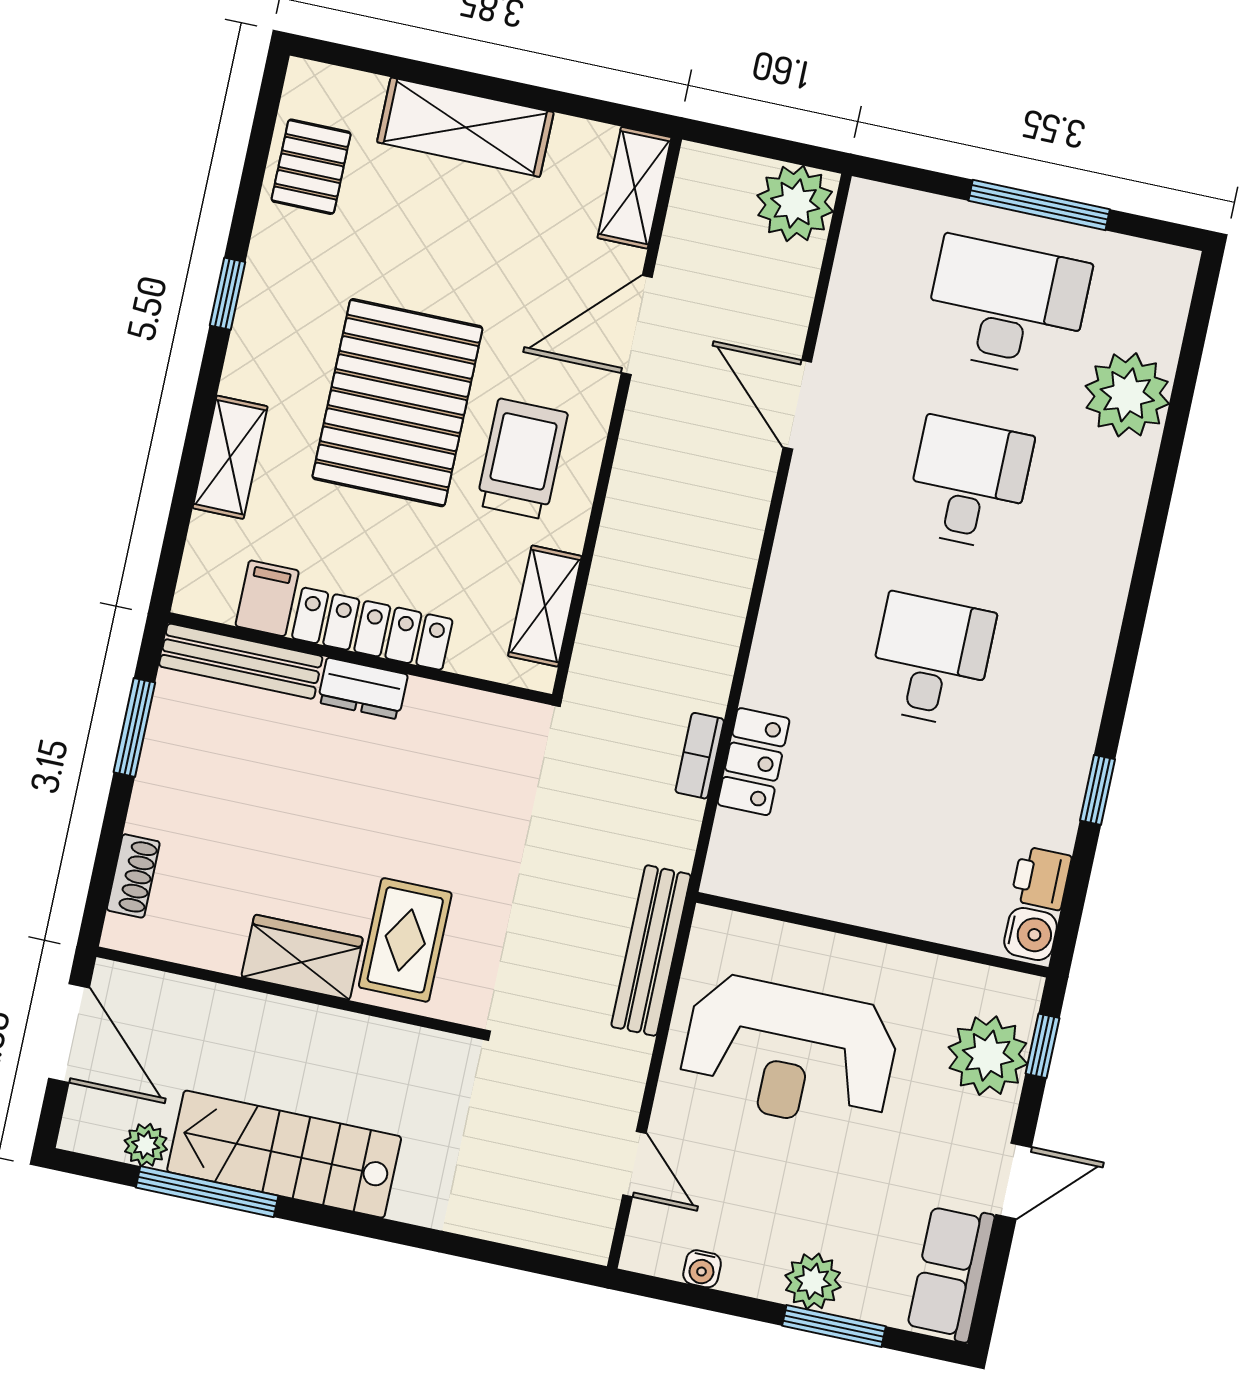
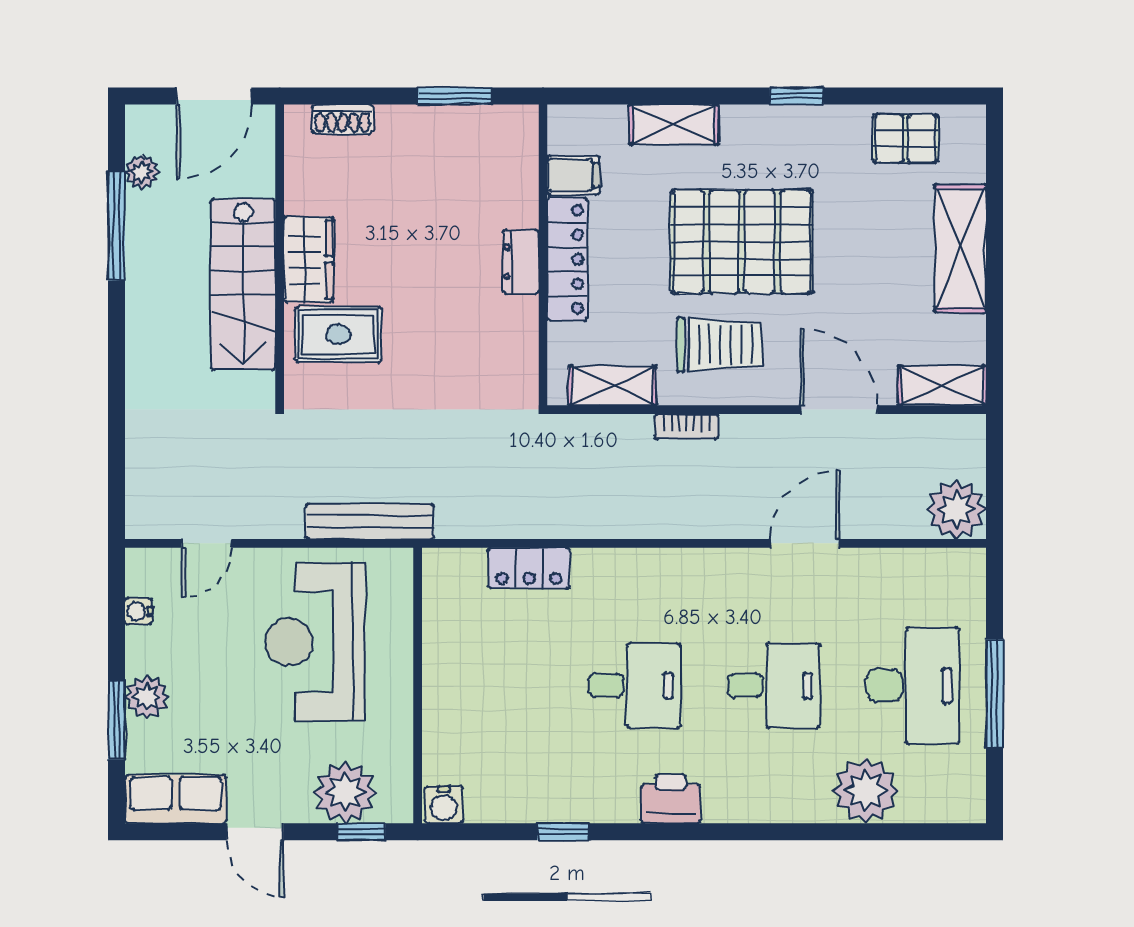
bench: (241, 661) -> (522, 165), removed
bookcase: (700, 756) -> (687, 426), moved, turned 180
printer: (1041, 878) -> (671, 799), moved, width x1.36, depth x1.24
stairs: (284, 1154) -> (243, 284), moved, turned 180

